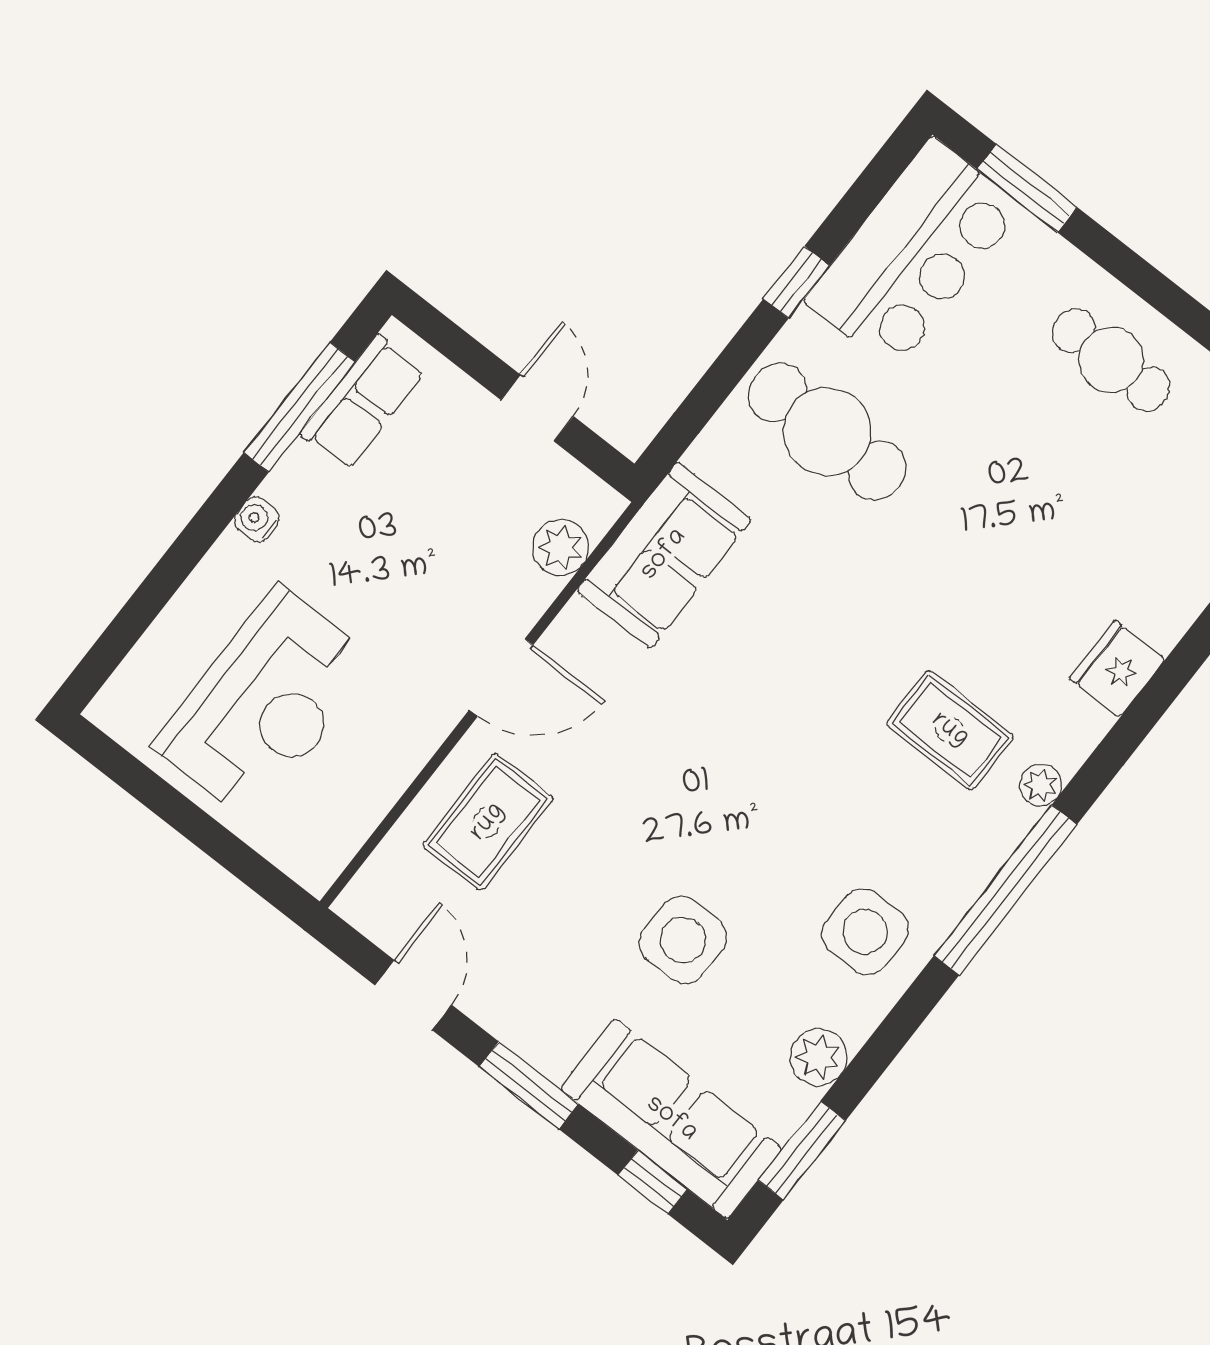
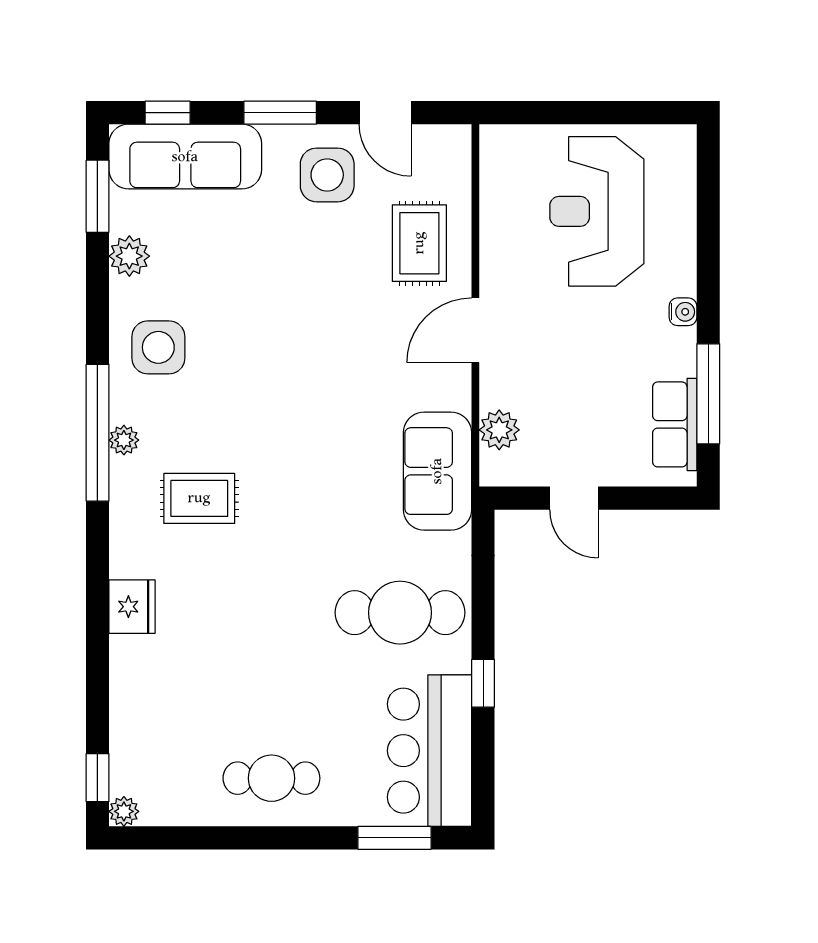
plant: (1041, 785) -> (124, 440), moved
side table: (683, 940) -> (327, 175), moved

